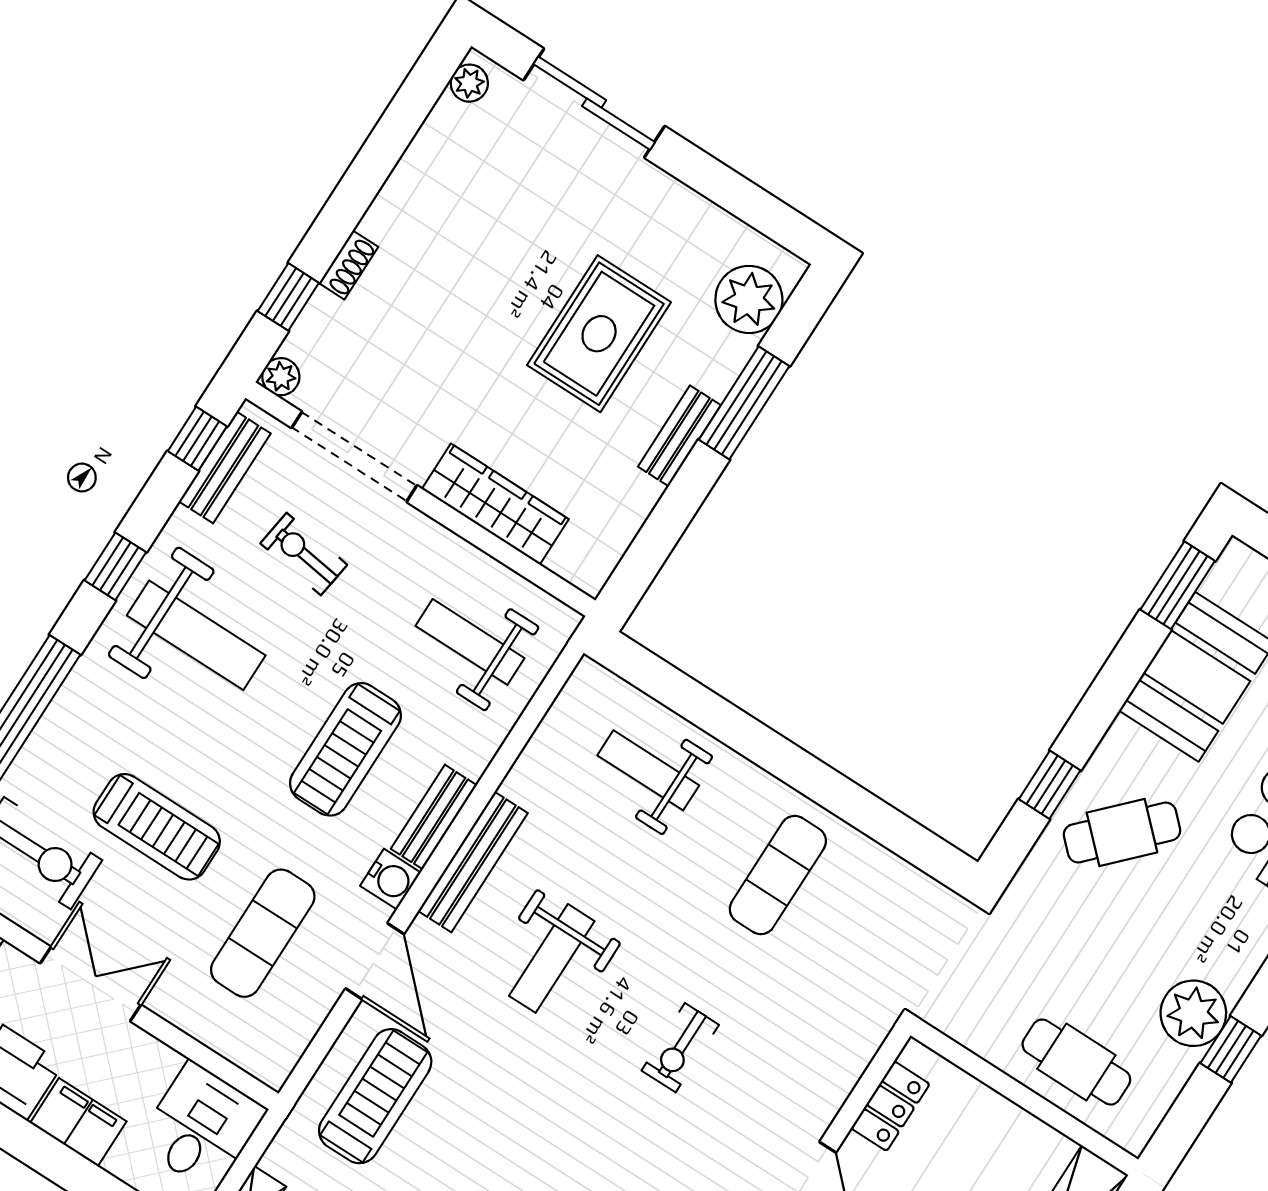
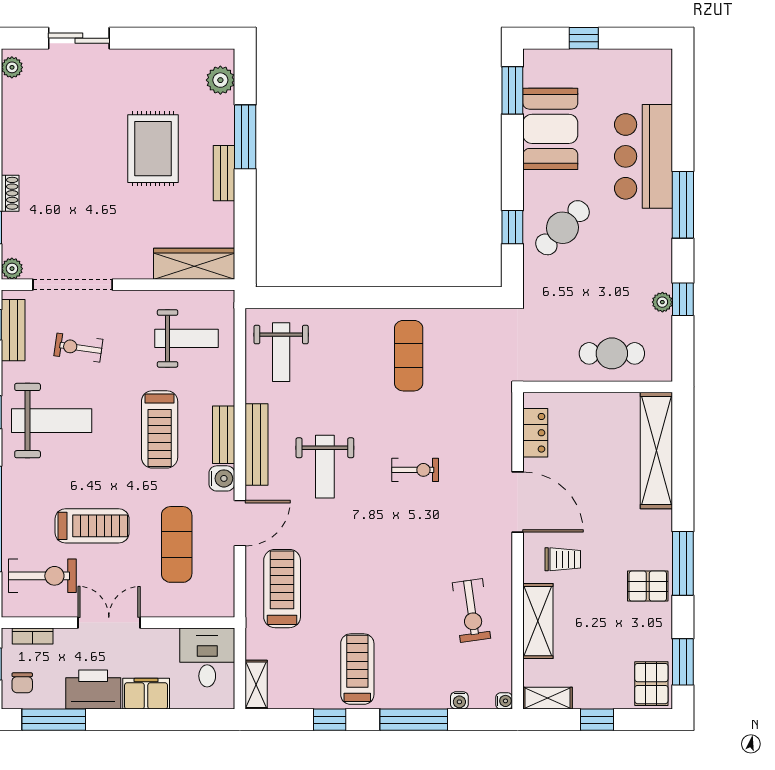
sliding door: (594, 103) -> (79, 38), width x0.73
plant: (749, 299) -> (220, 80), width x0.73, depth x0.73
wardrobe: (495, 504) -> (194, 264), moved
weight bench: (470, 642) -> (187, 338), turned 180
weight bench: (648, 770) -> (281, 352), moved, turned -90
door: (375, 961) -> (240, 523), hinge flipped
plant: (1193, 1013) -> (662, 302), width x0.53, depth x0.53
exercise bike: (680, 1048) -> (415, 470), turned -90

